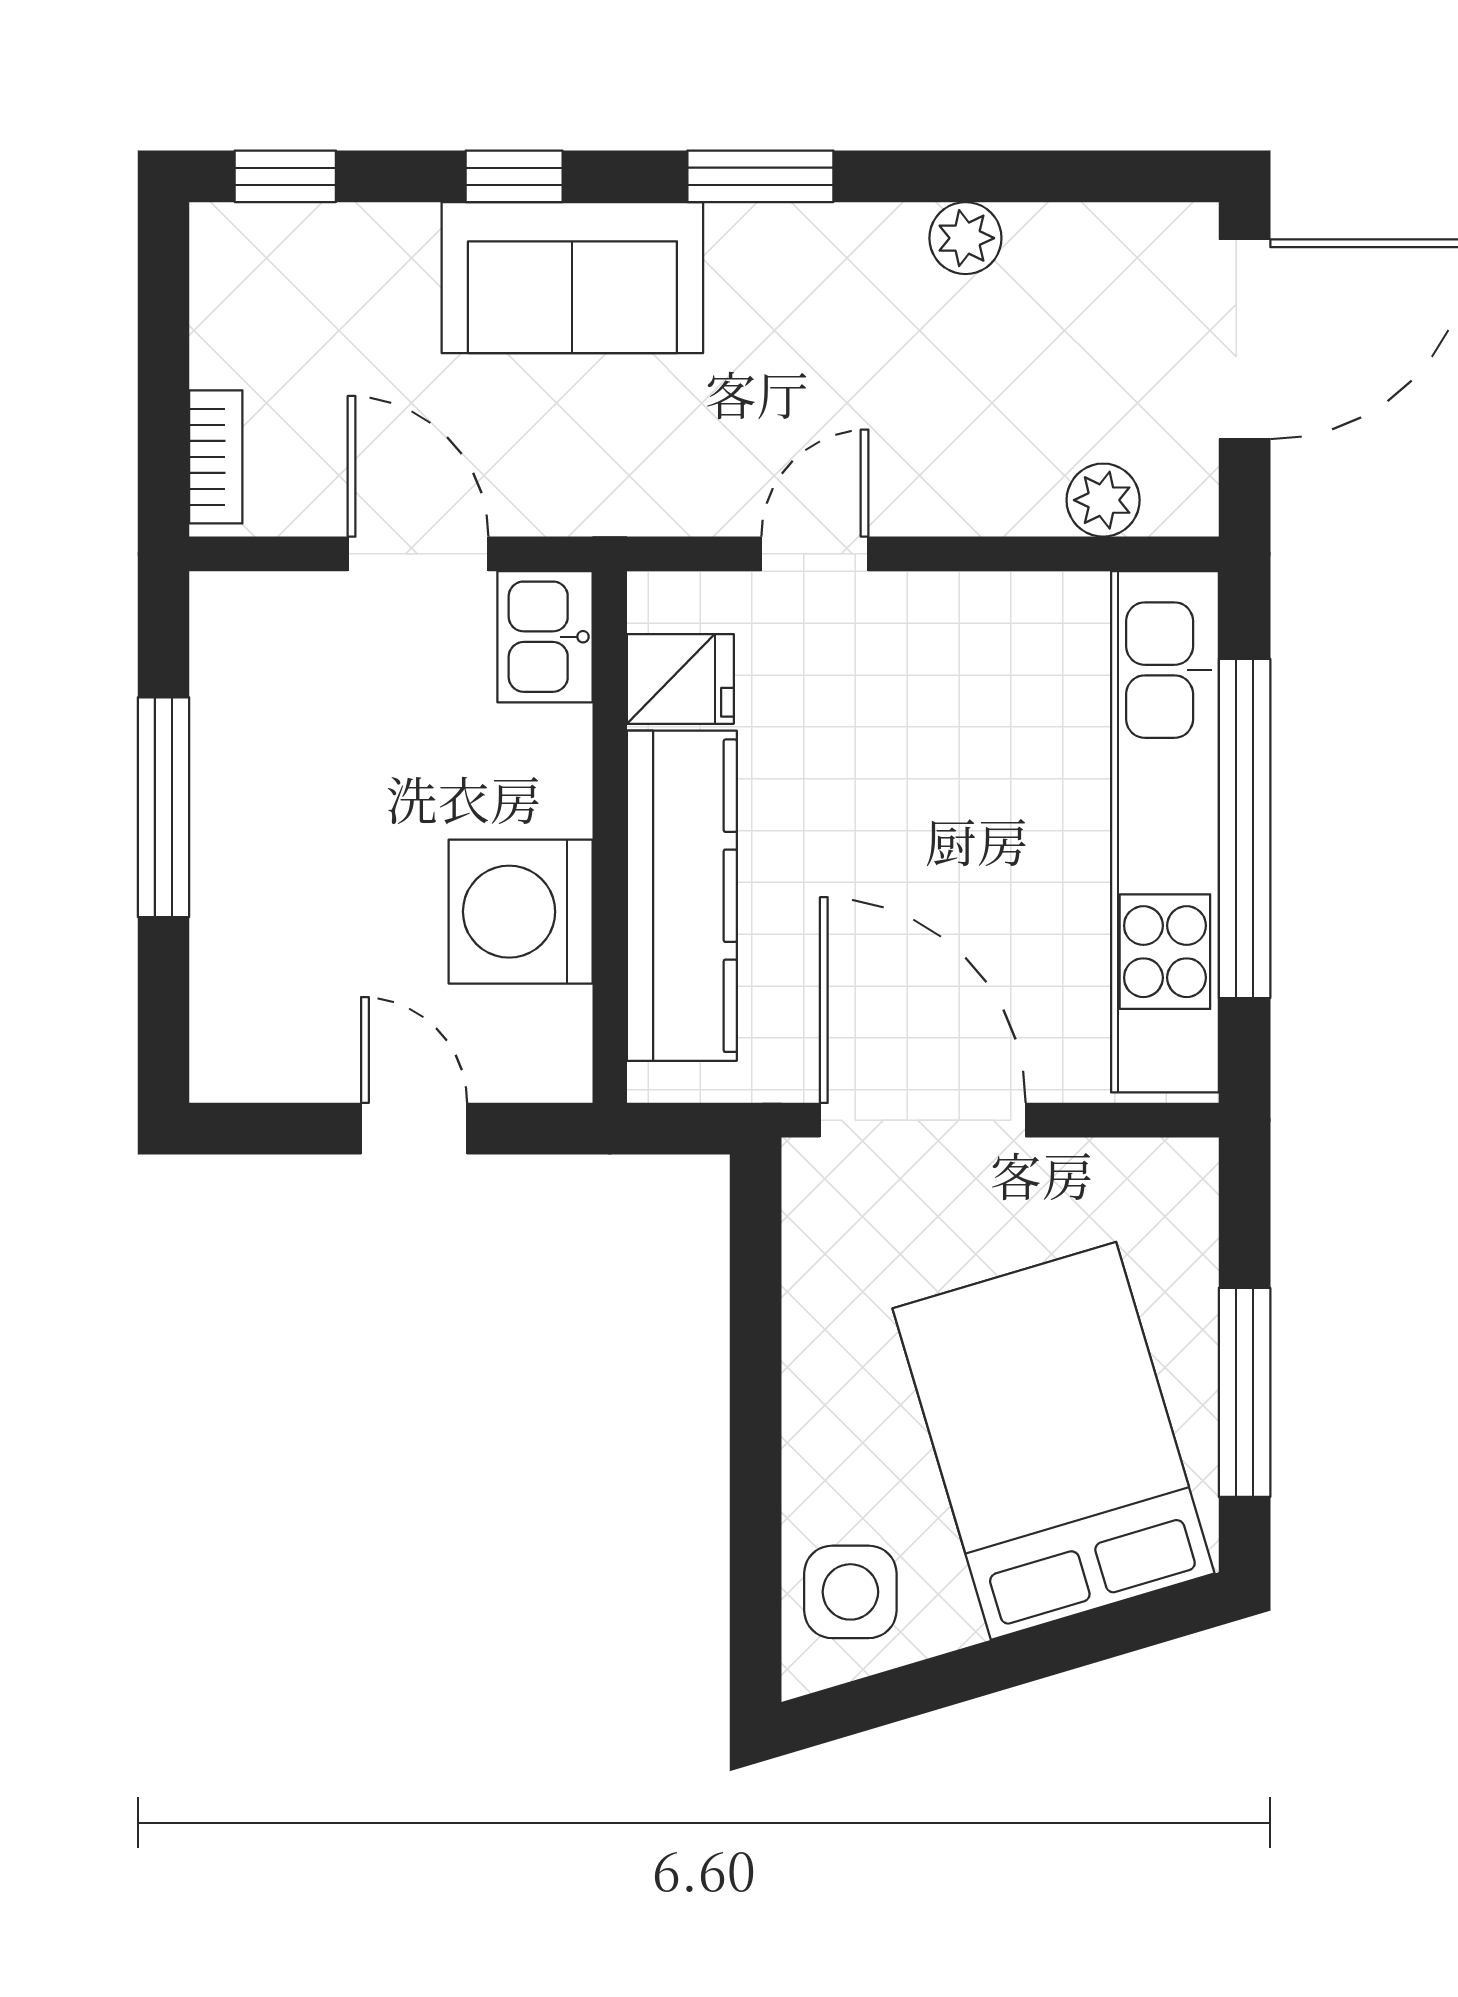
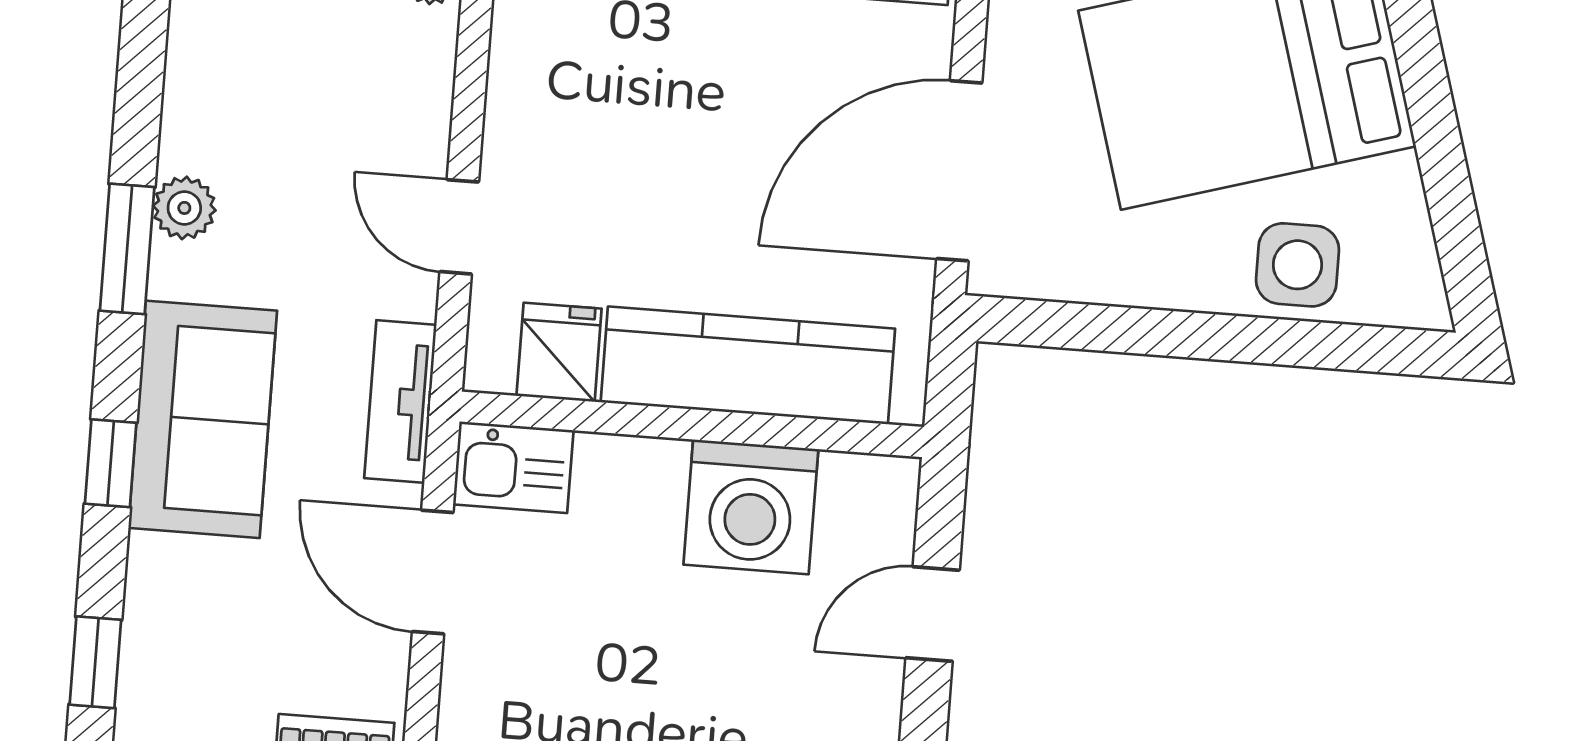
plant: (965, 238) -> (184, 208), moved
tv unit: (610, 502) -> (400, 401), added
door: (418, 554) -> (433, 572), hinge flipped
side table: (850, 1592) -> (1297, 265), moved

